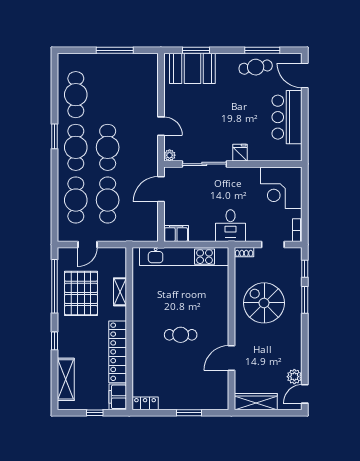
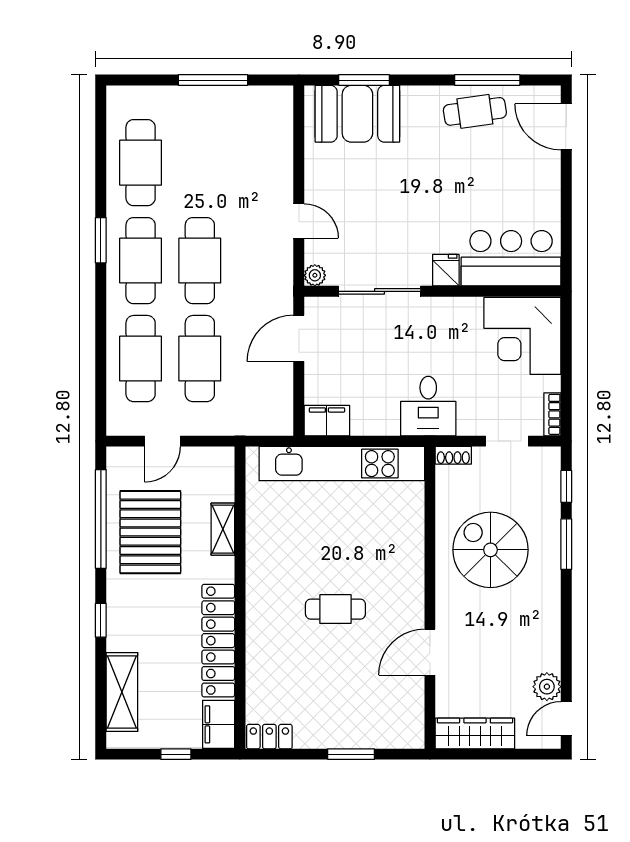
bar counter: (287, 117) -> (511, 258), moved, turned 90

